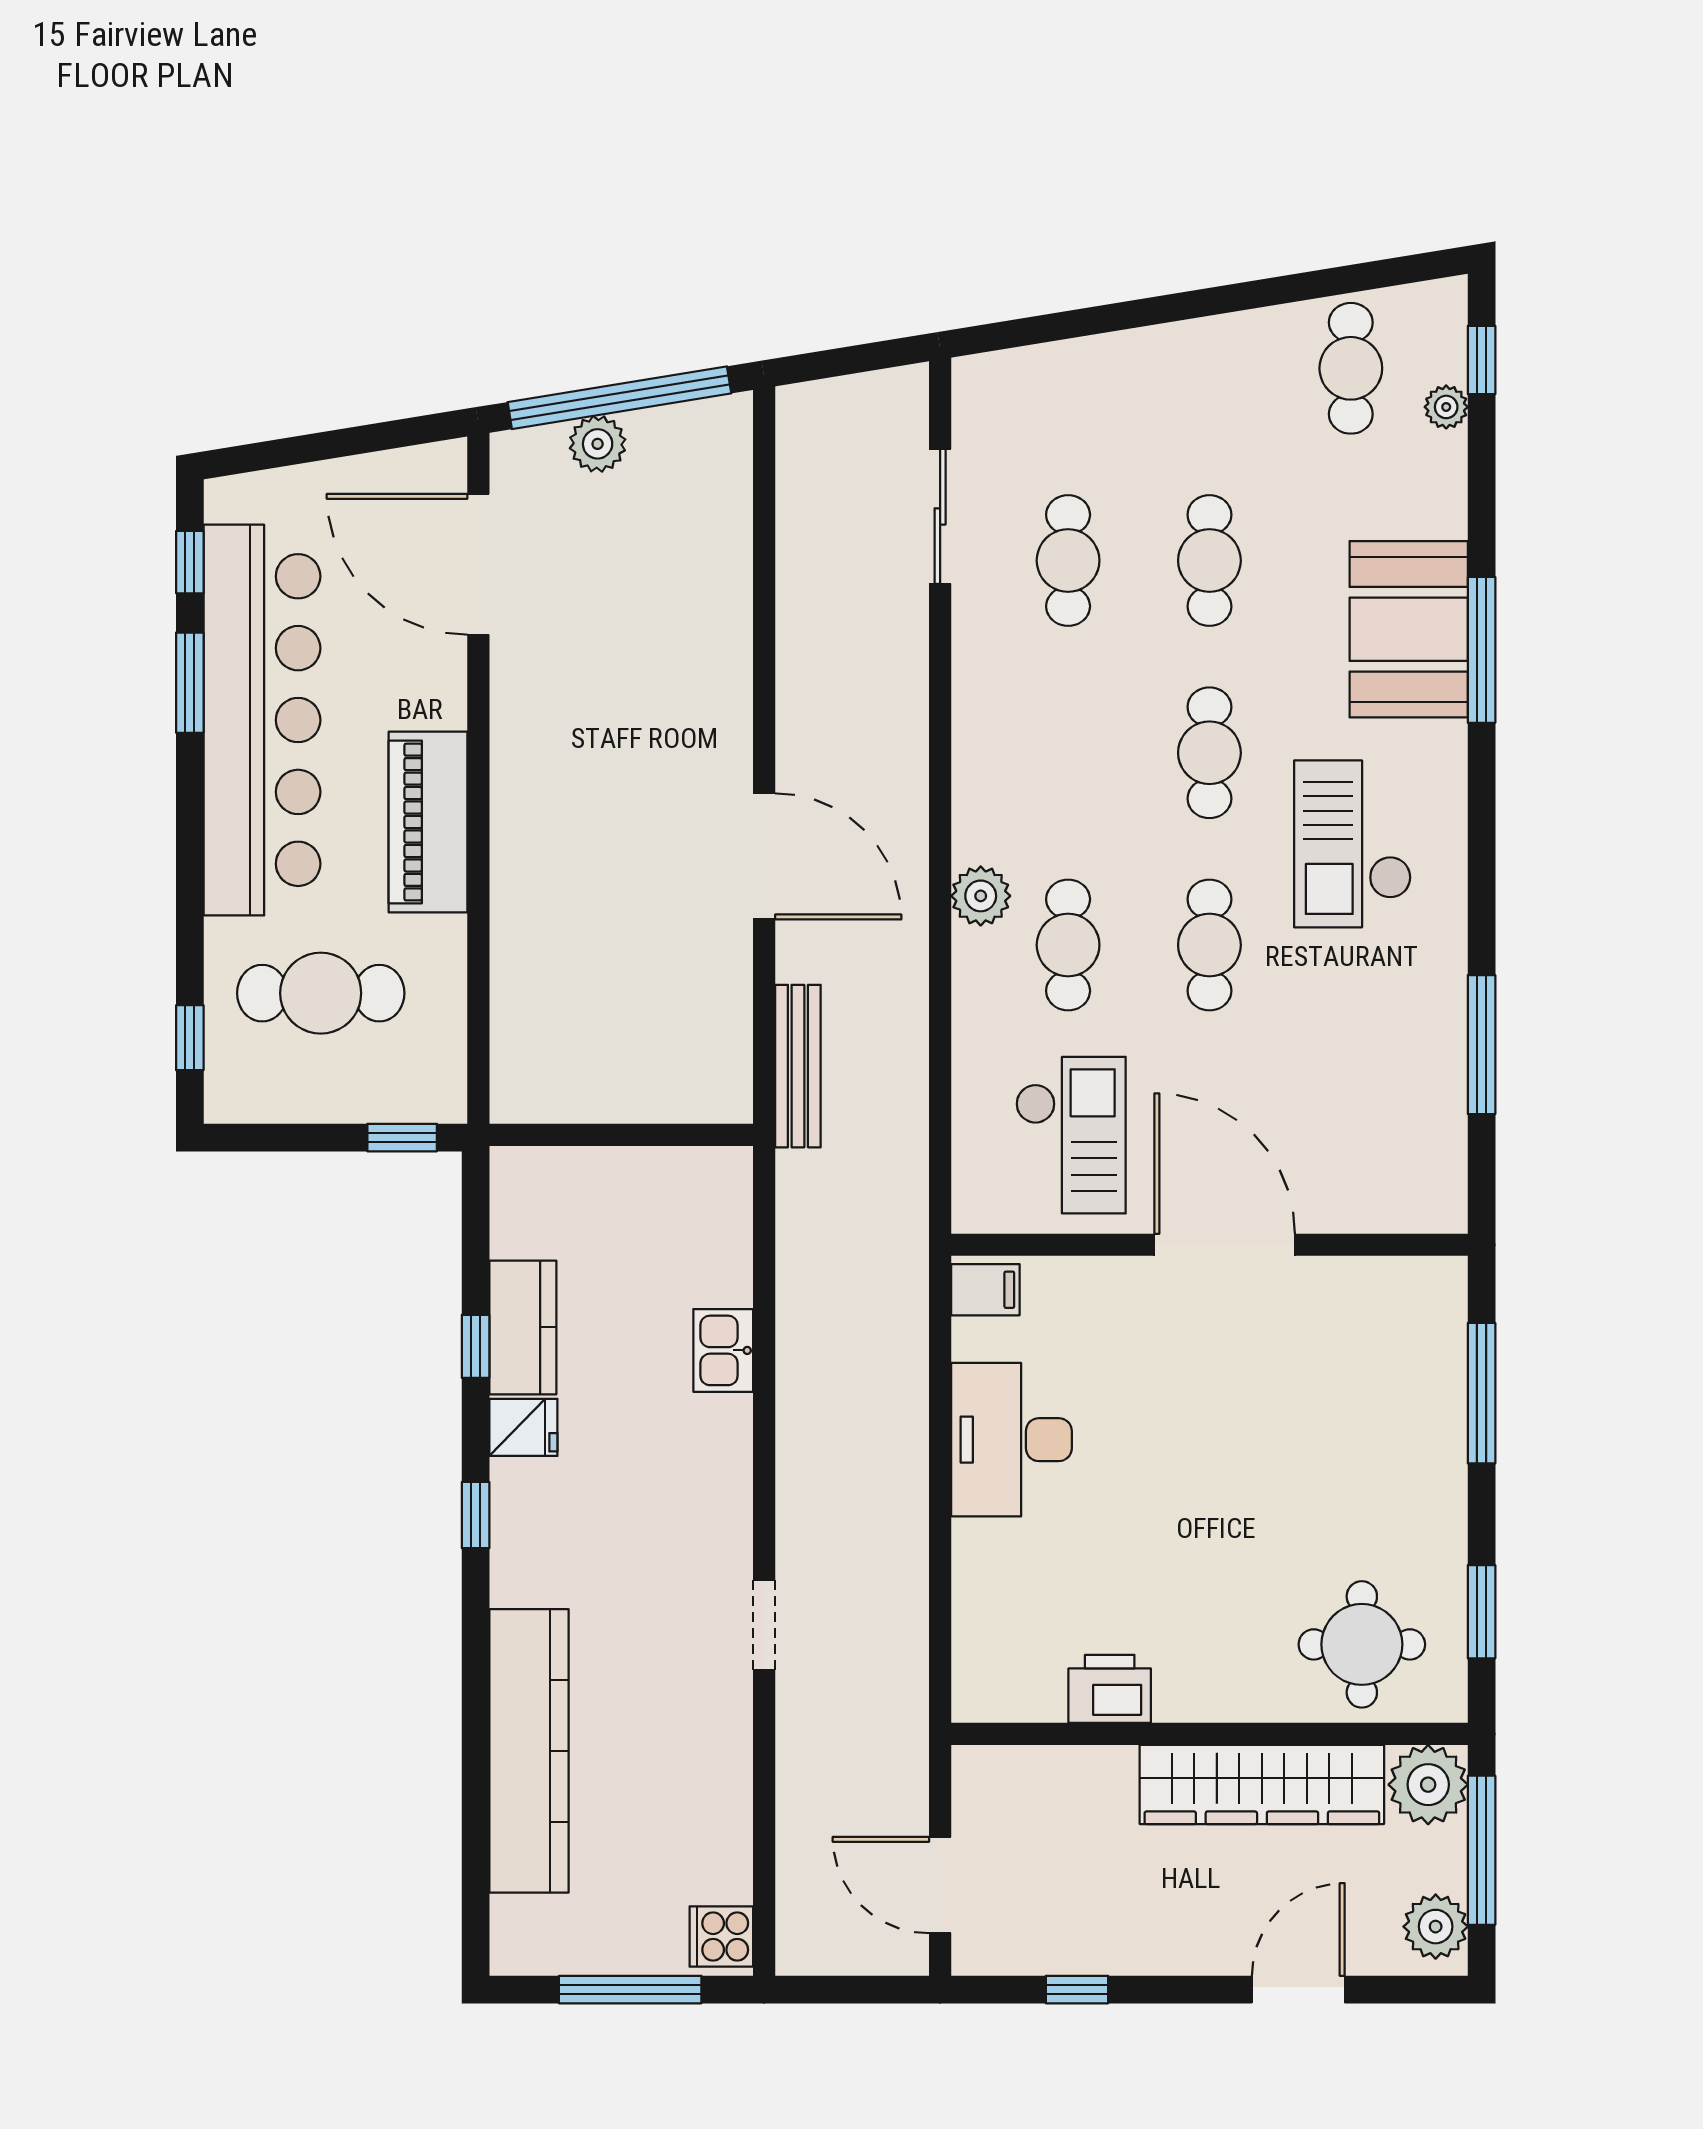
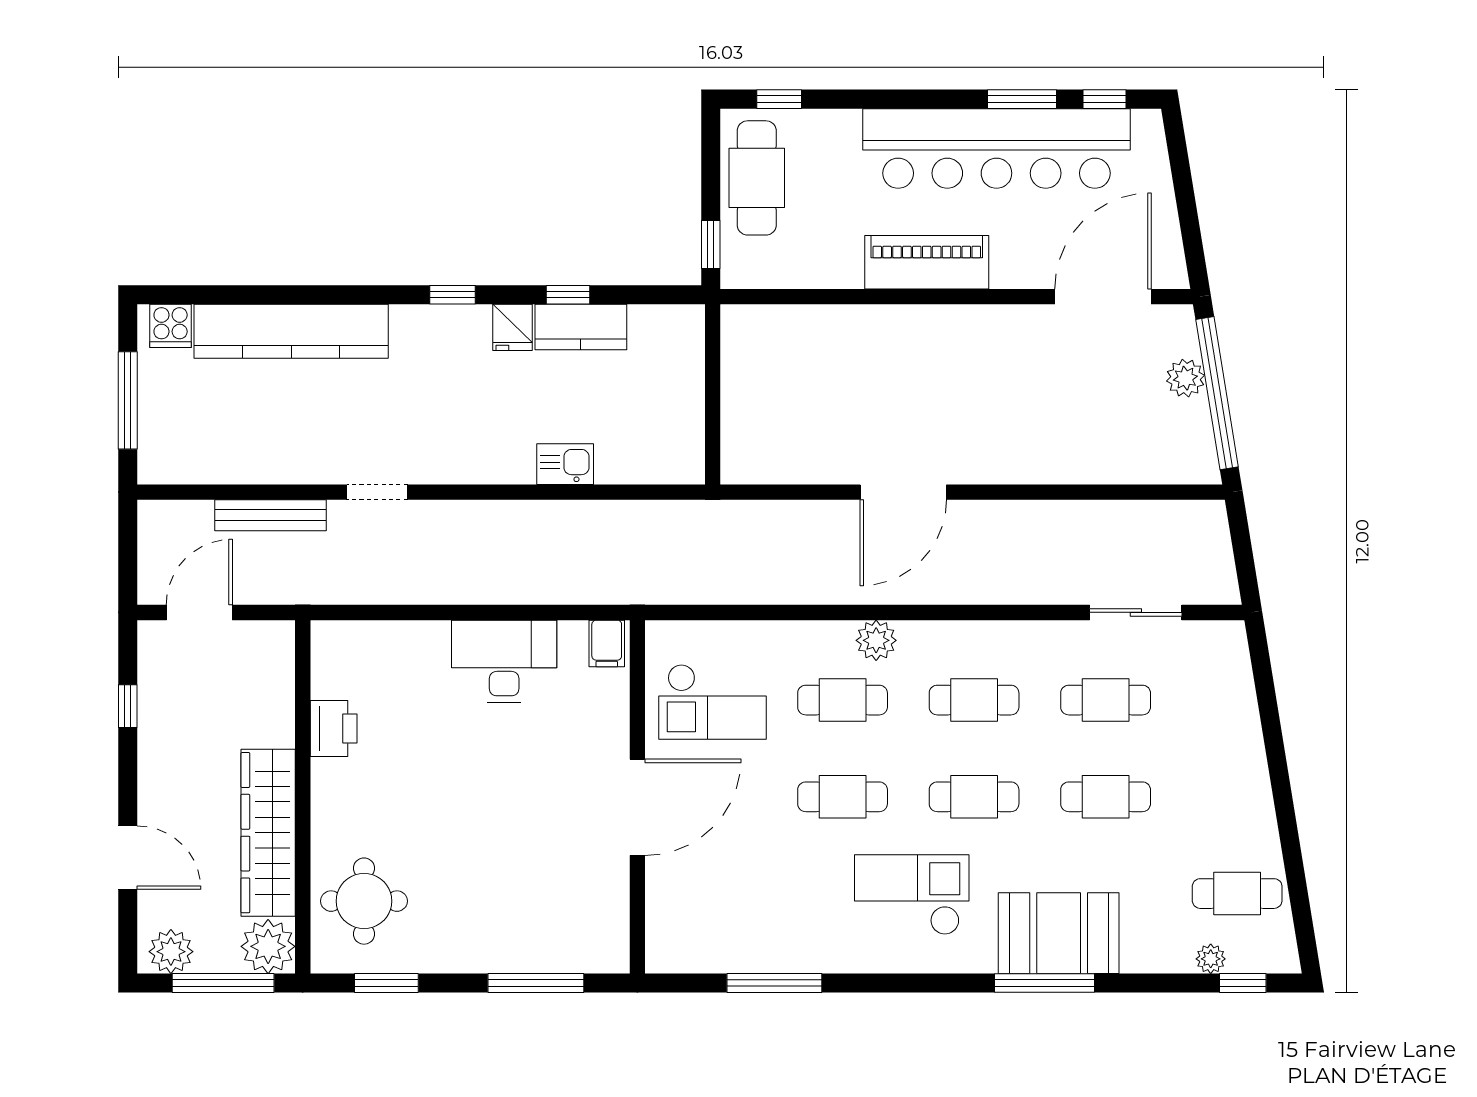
cafe table: (1068, 753) -> (974, 700), added
cafe table: (321, 993) -> (757, 178), moved
bench: (798, 1066) -> (271, 515), moved
cooker: (721, 1936) -> (171, 326), moved, turned 180

